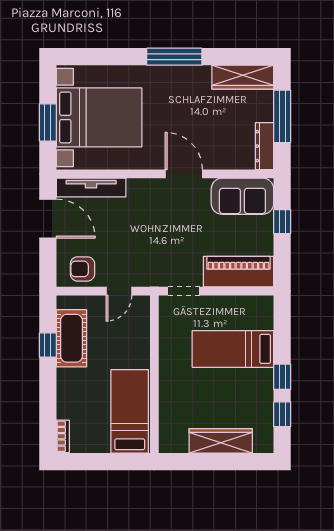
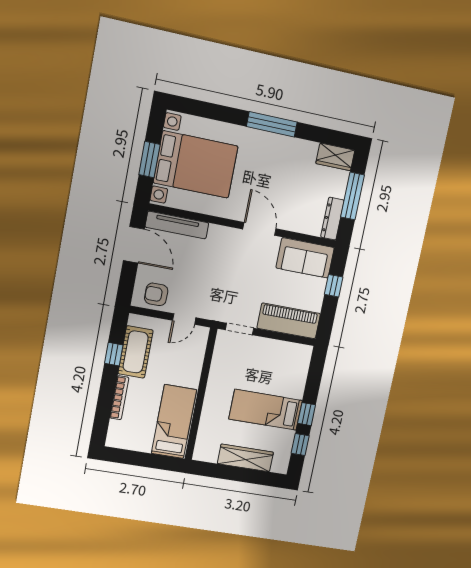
wardrobe: (243, 77) -> (335, 157), width x0.67
bed: (233, 349) -> (266, 410), moved
bookcase: (63, 436) -> (119, 398), moved, width x1.56

